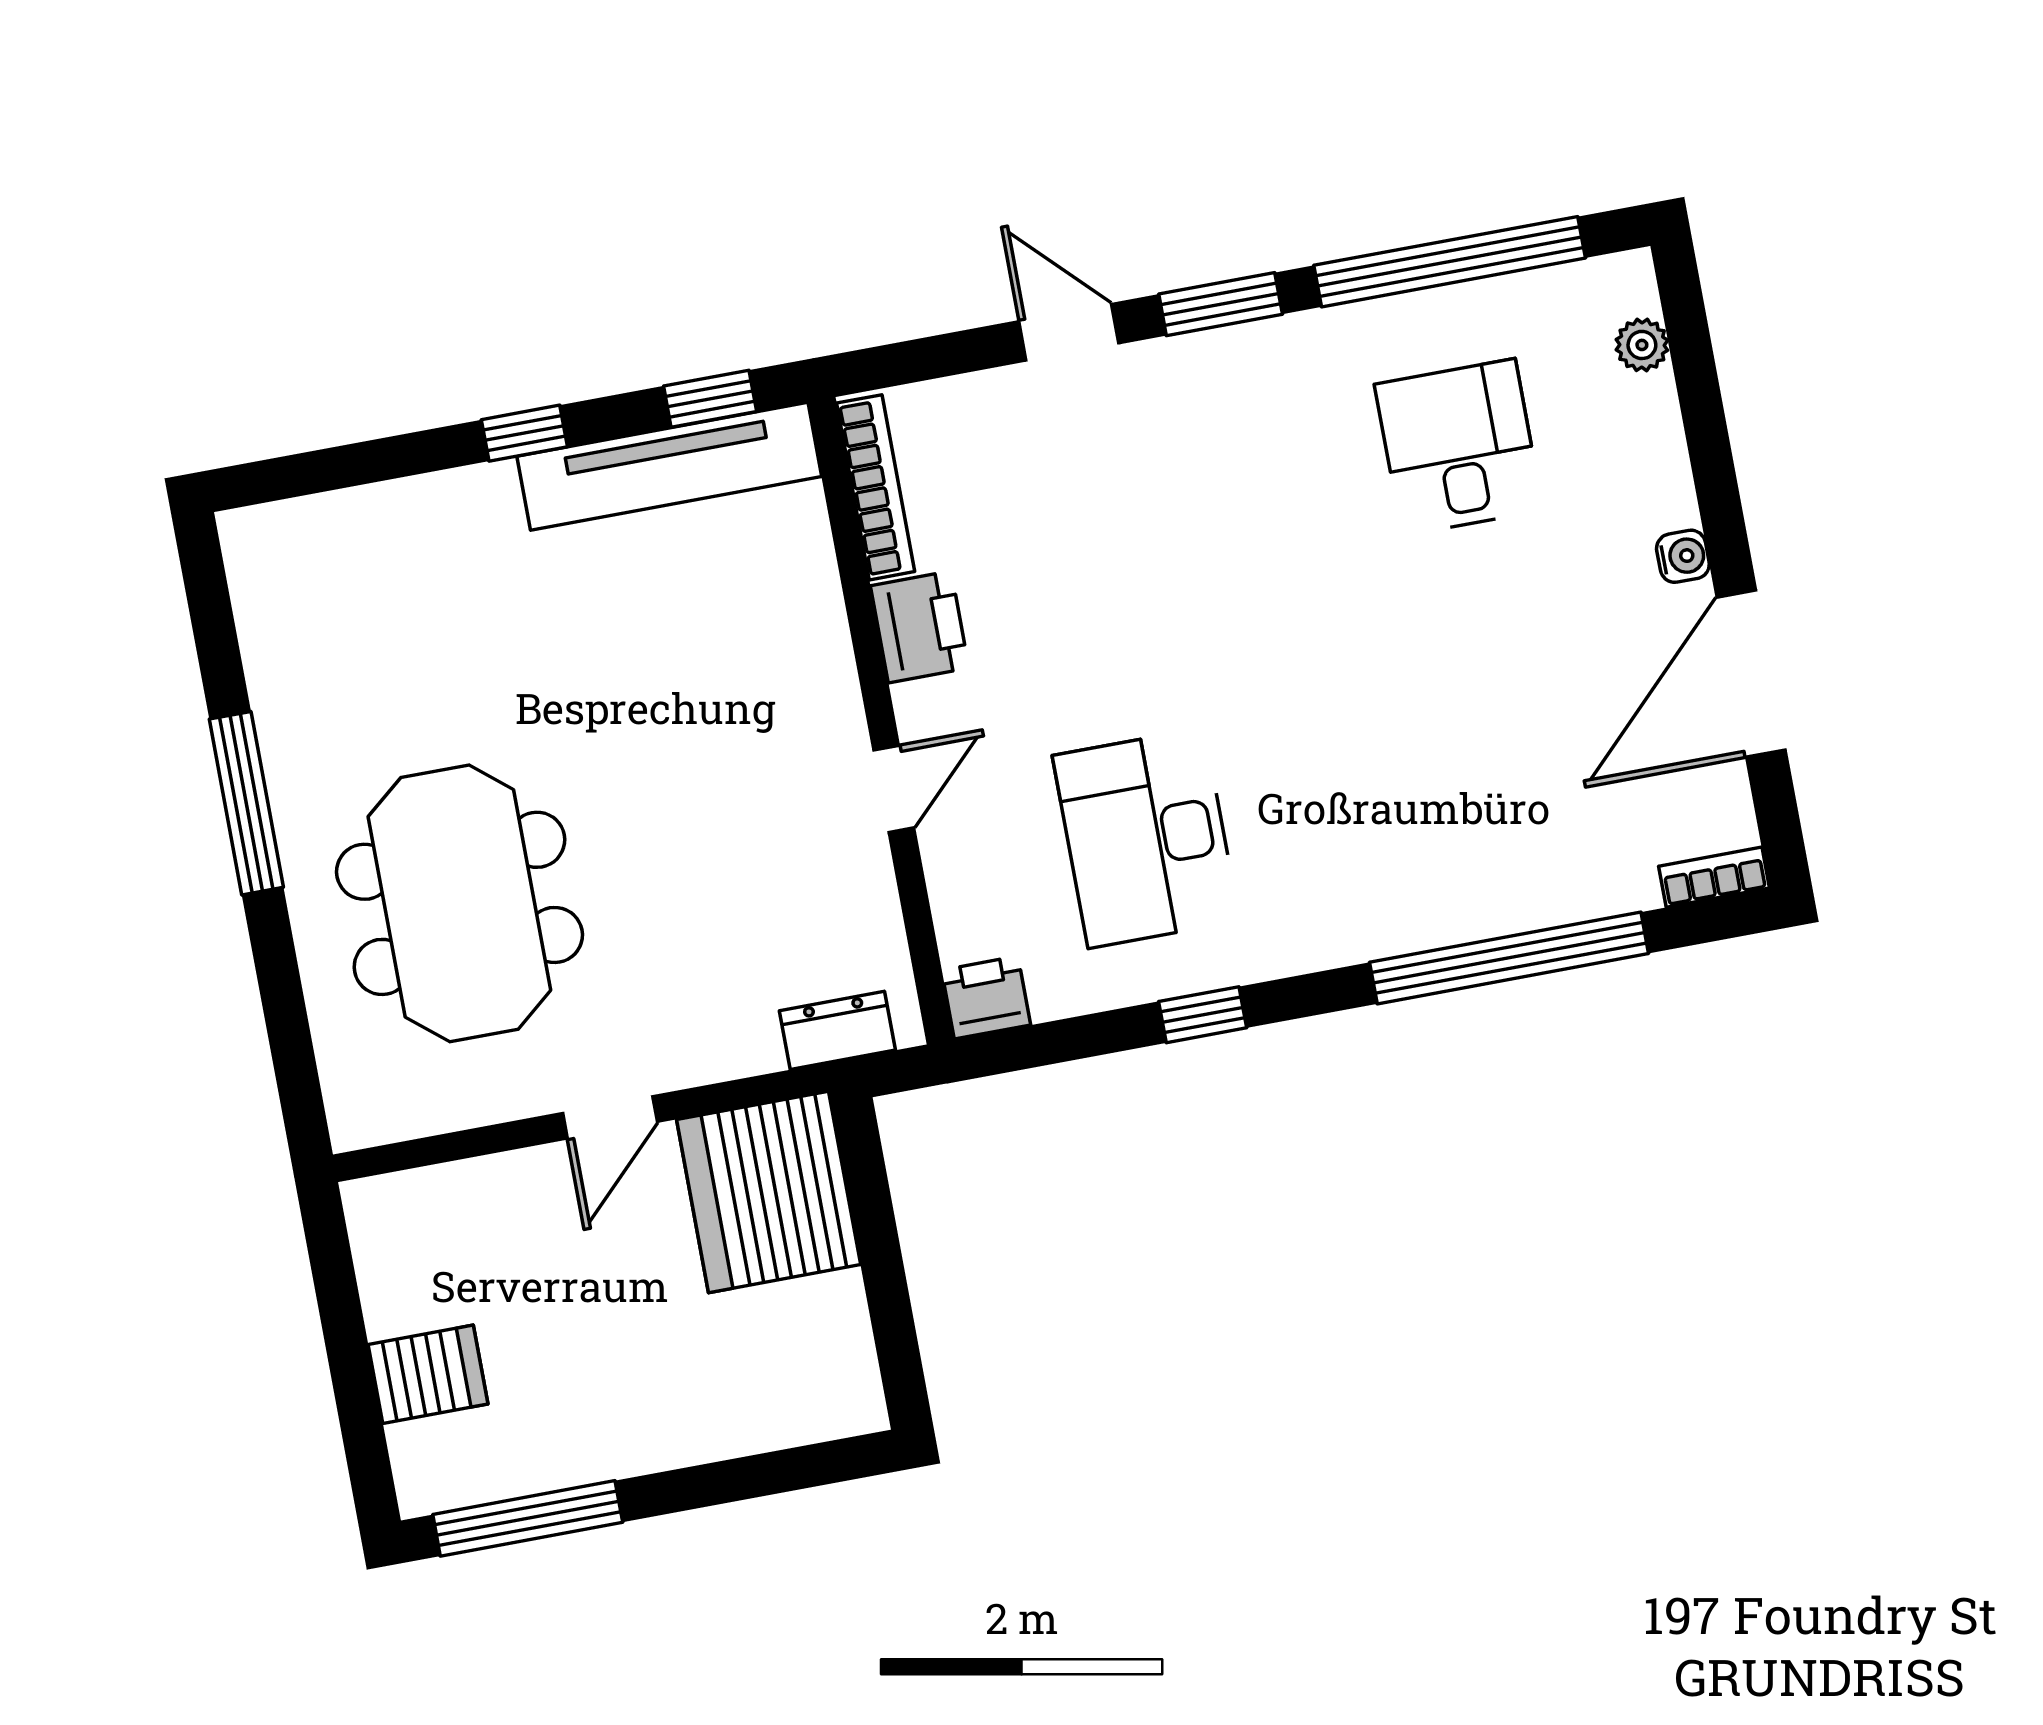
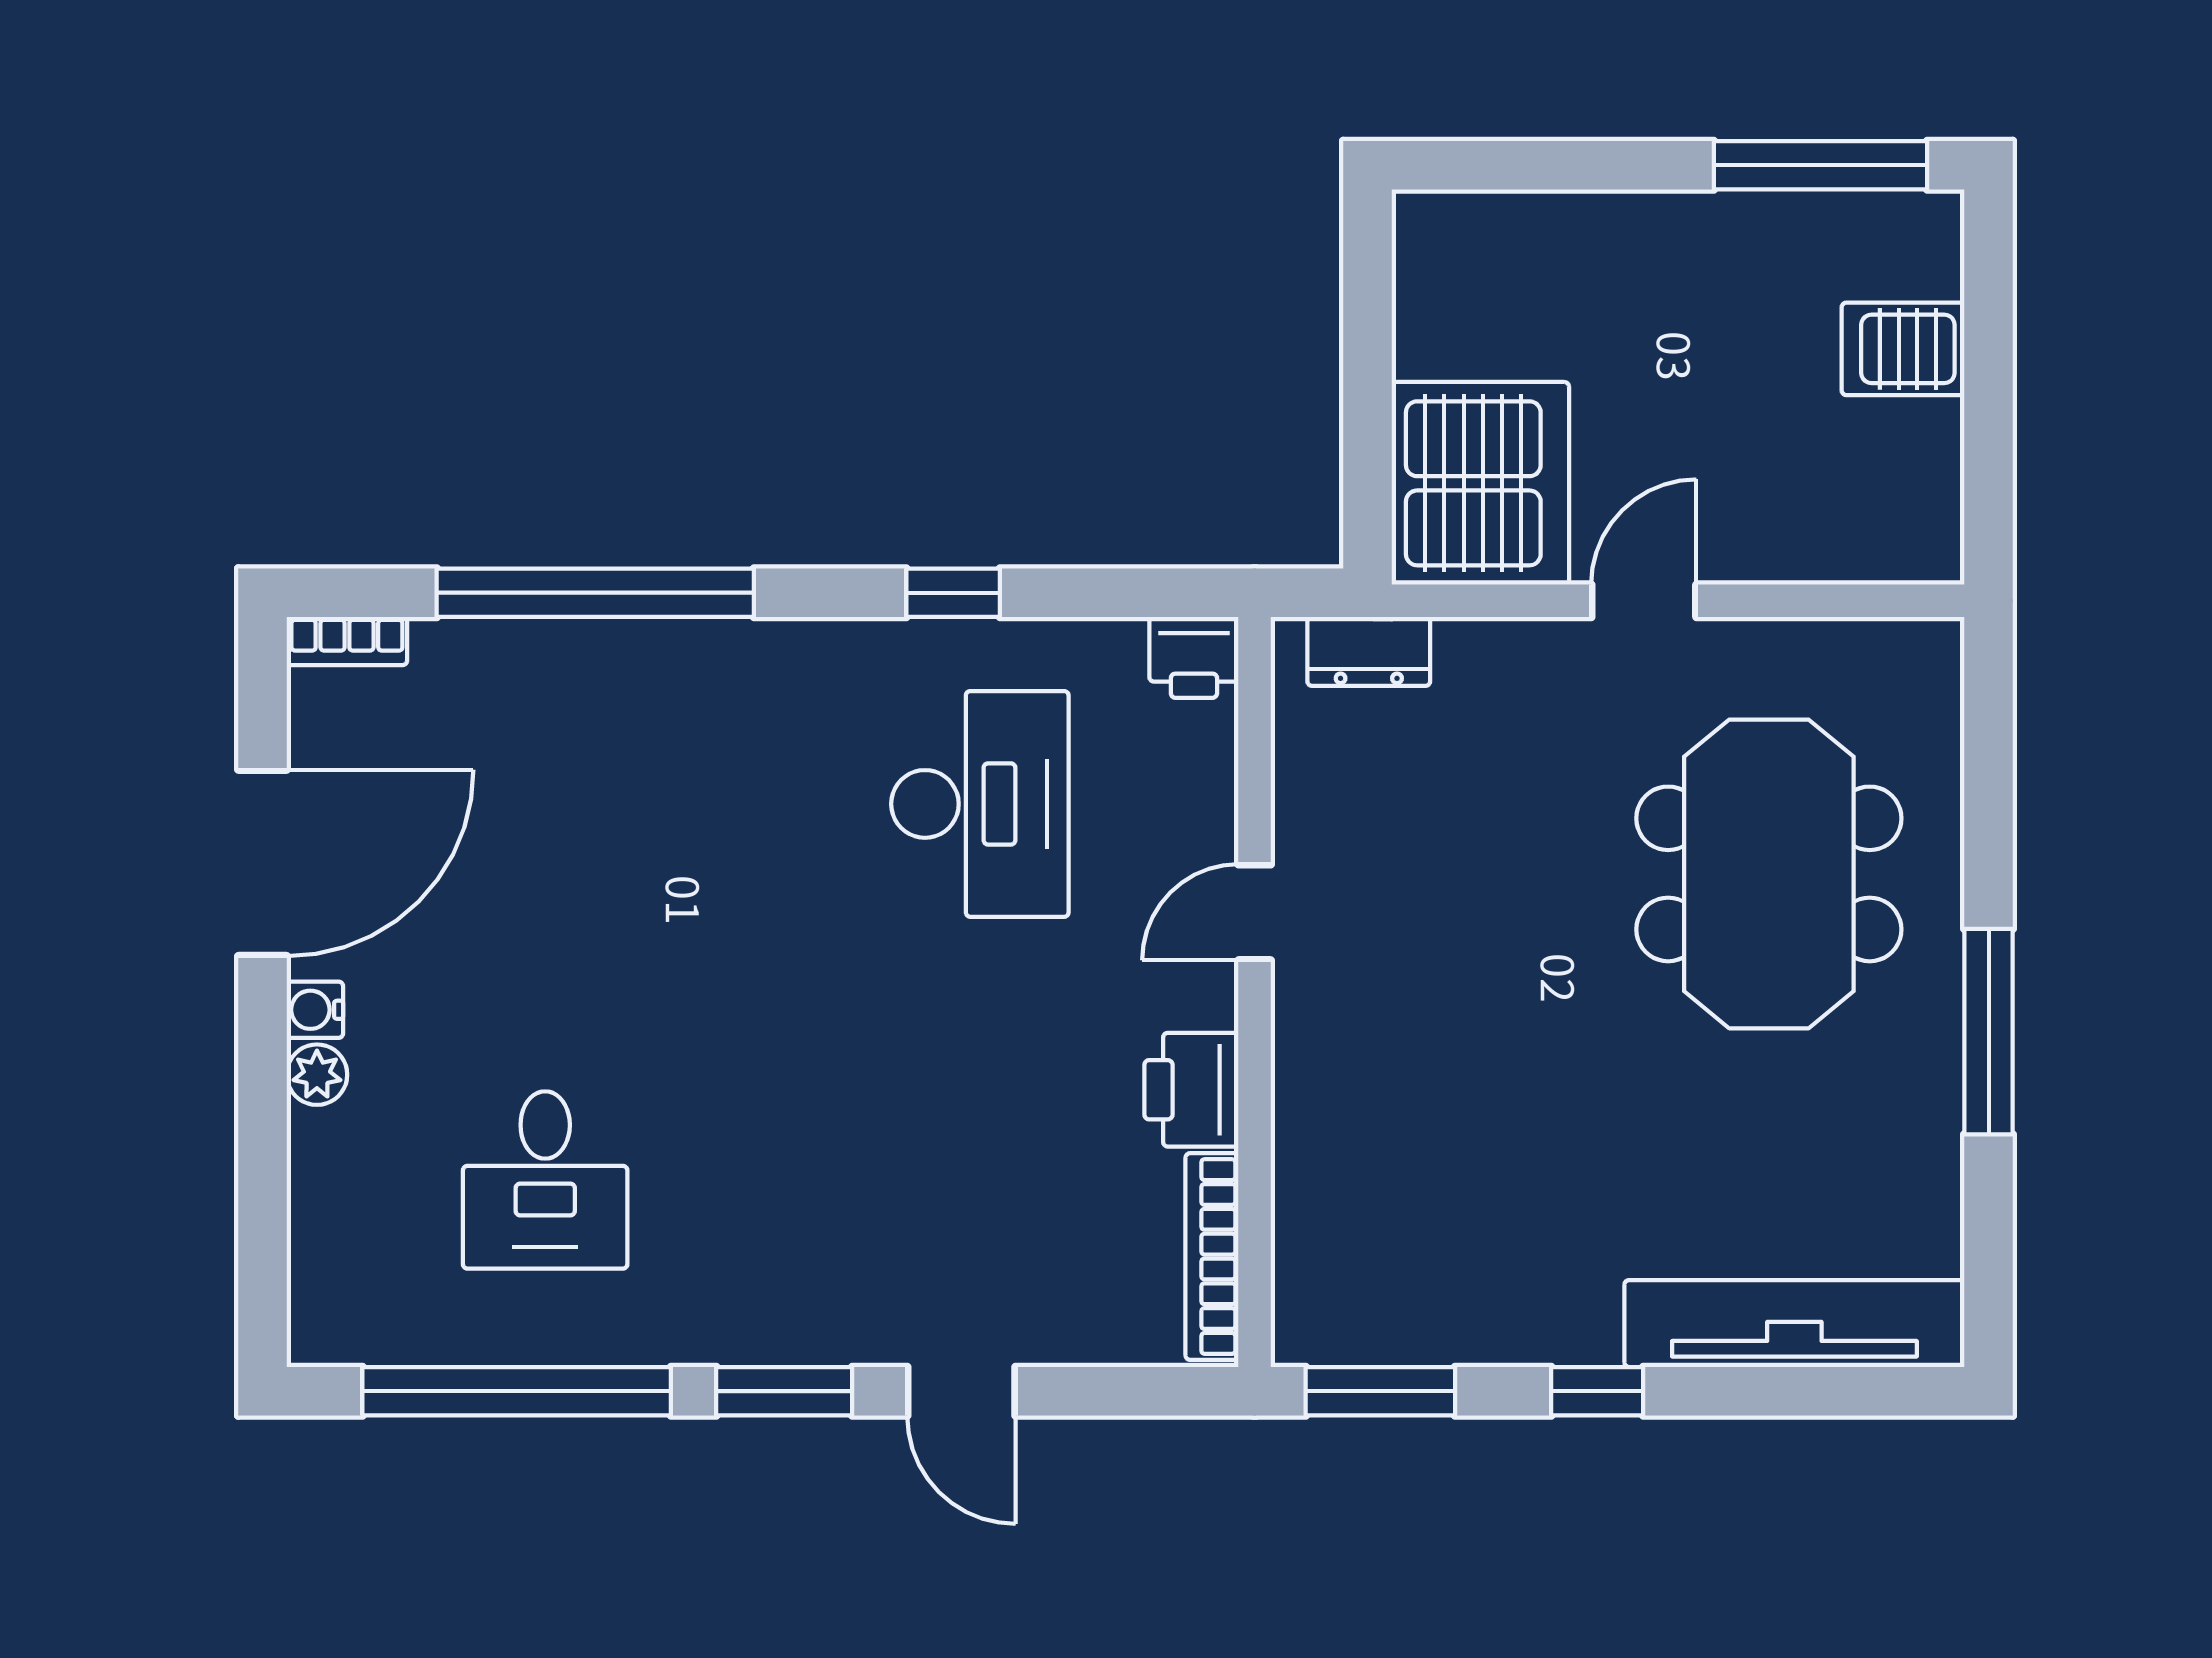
plant: (1642, 345) -> (317, 1075), moved
window: (710, 399) -> (1380, 1391), width x1.50
tv unit: (669, 466) -> (1794, 1324), moved

